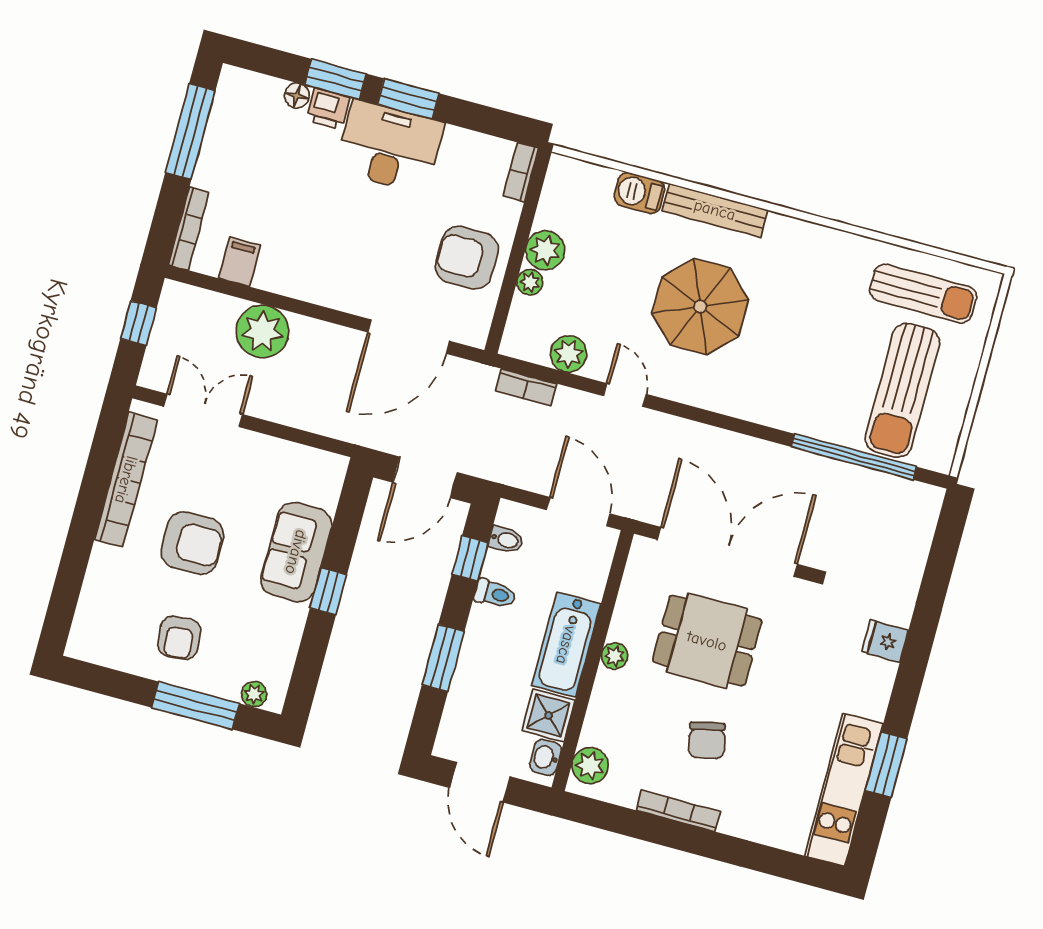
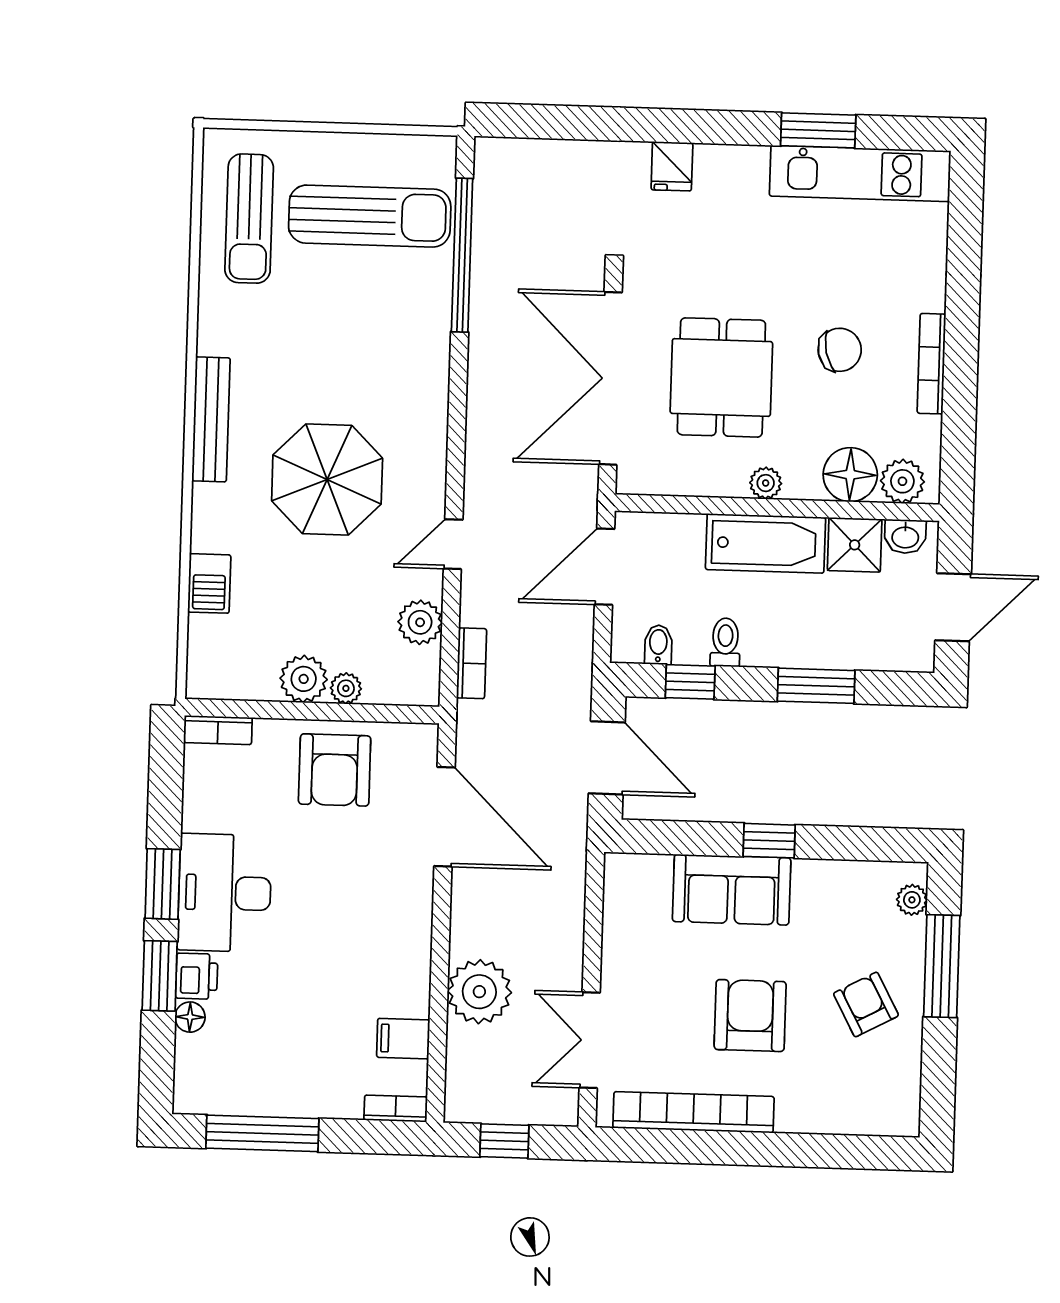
bench: (715, 210) -> (211, 419), moved
bookcase: (189, 229) -> (396, 1109), width x0.64
sun lounger: (923, 294) -> (249, 219), turned 180
armchair: (179, 638) -> (866, 1004), turned -113
floor lamp: (605, 725) -> (850, 475), added

